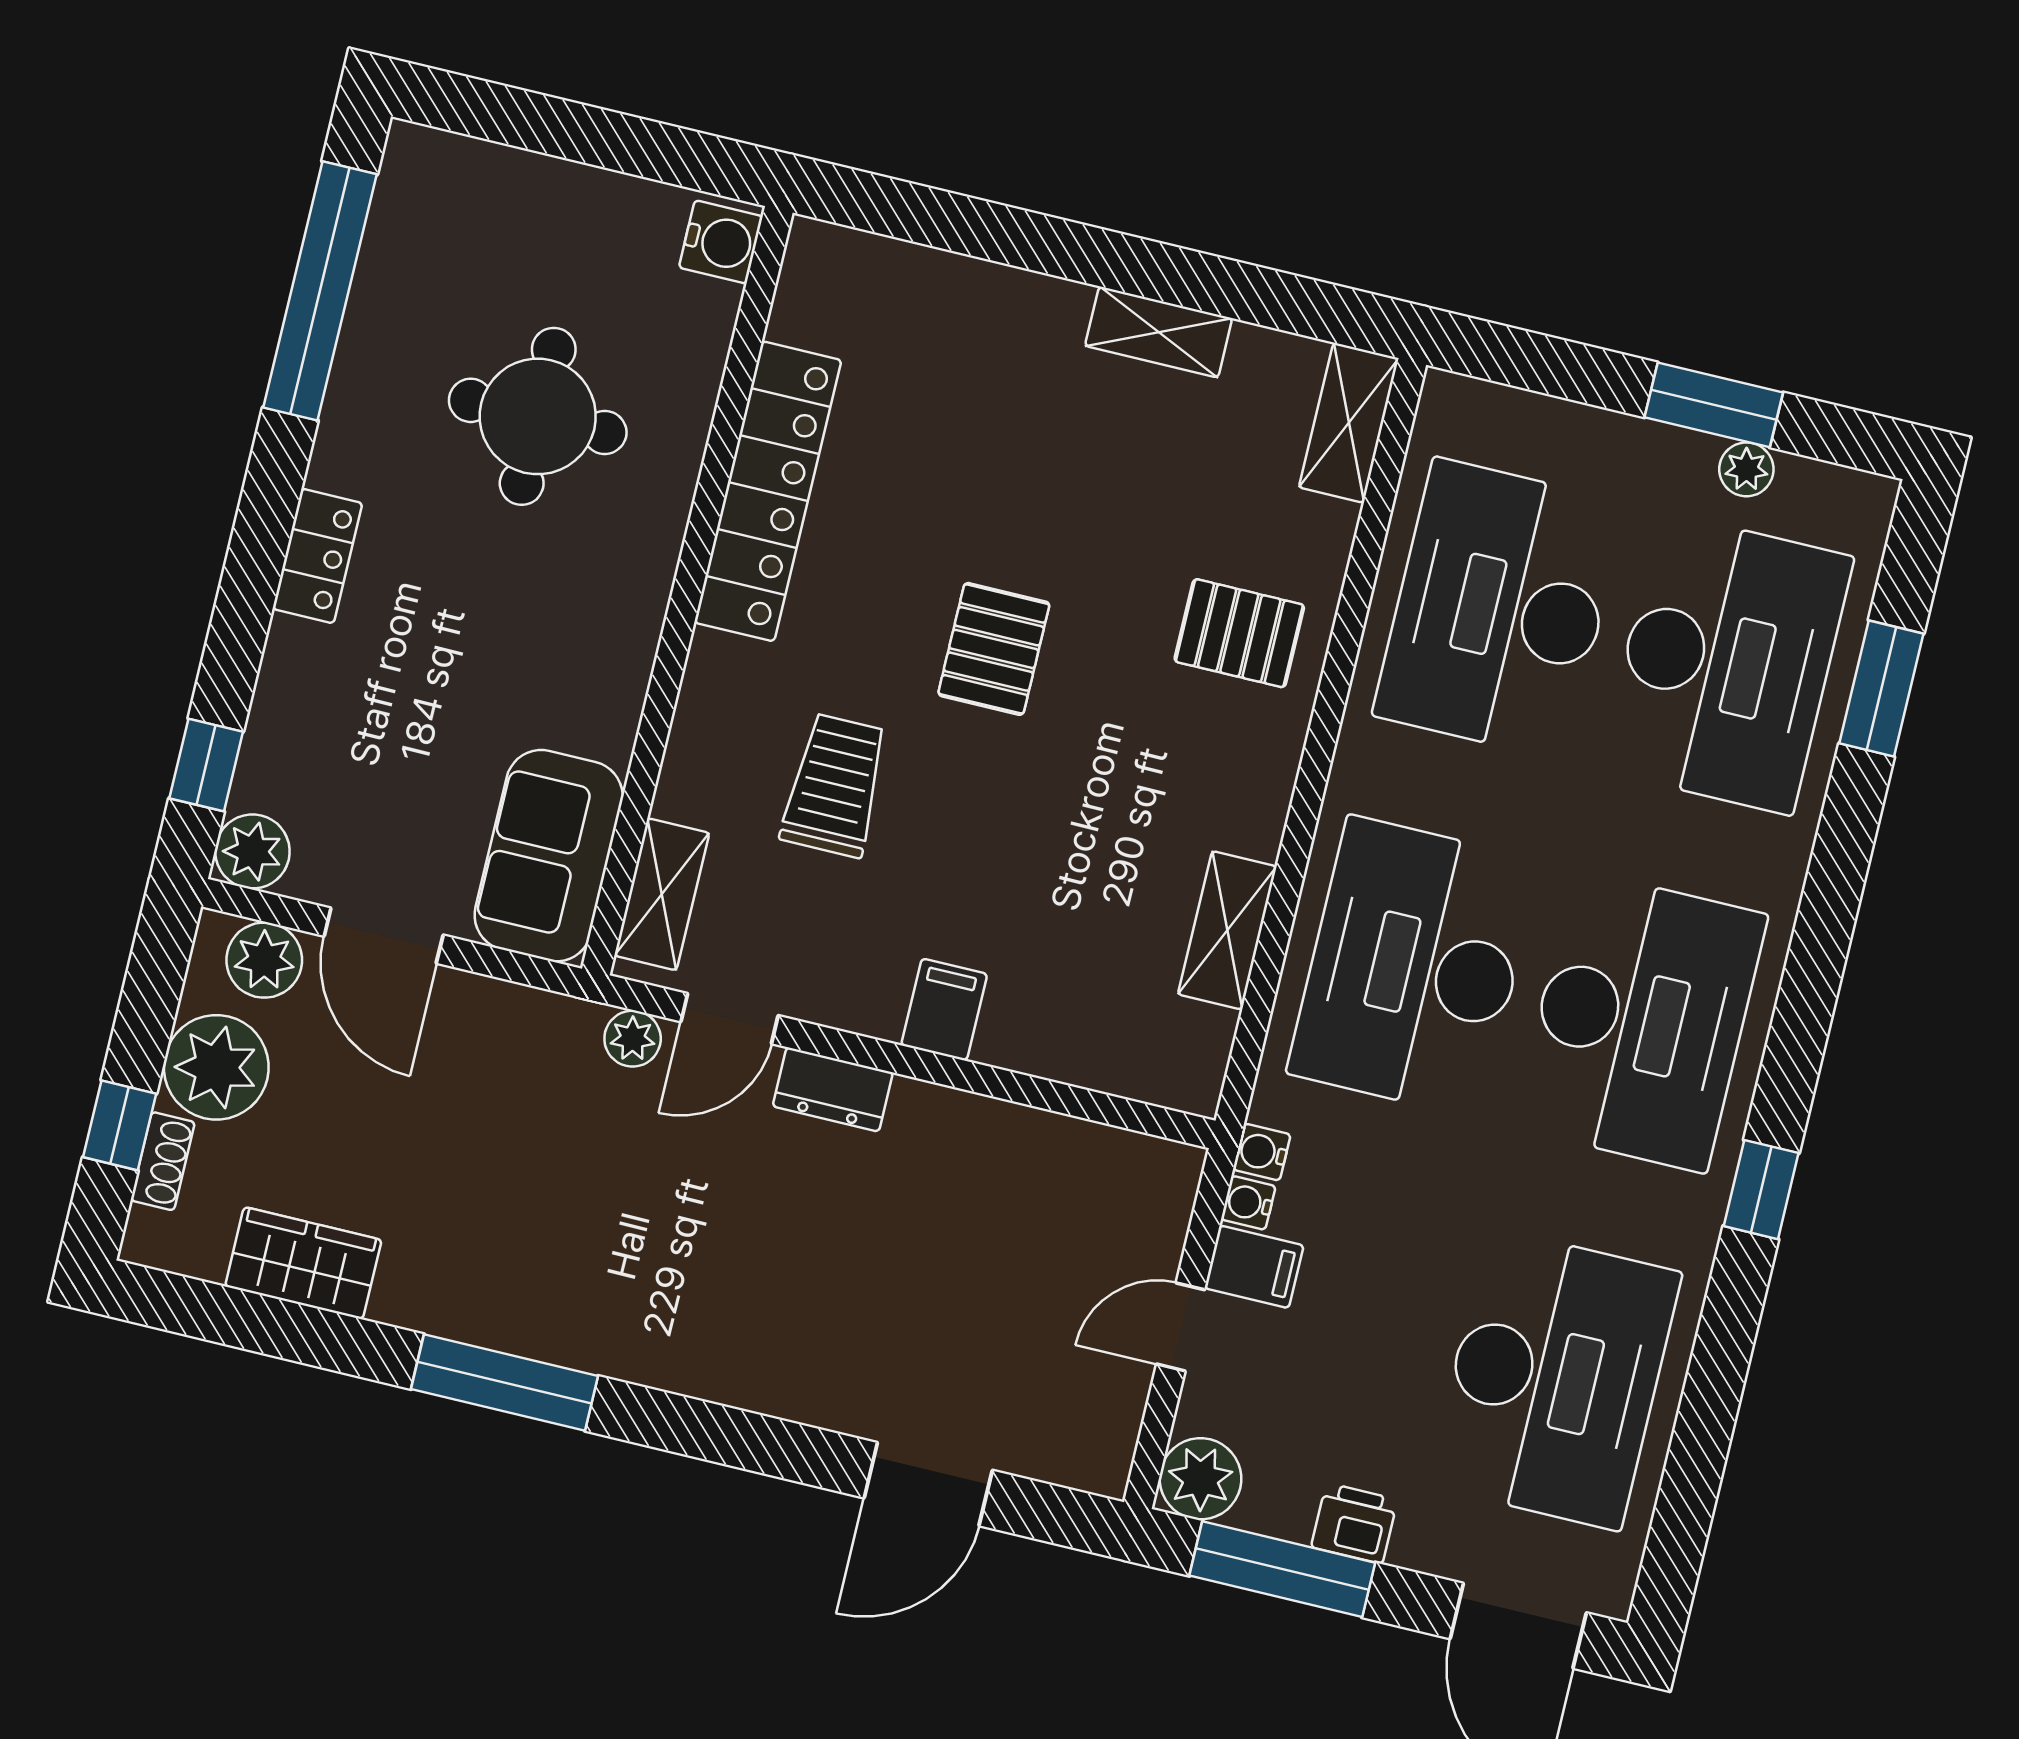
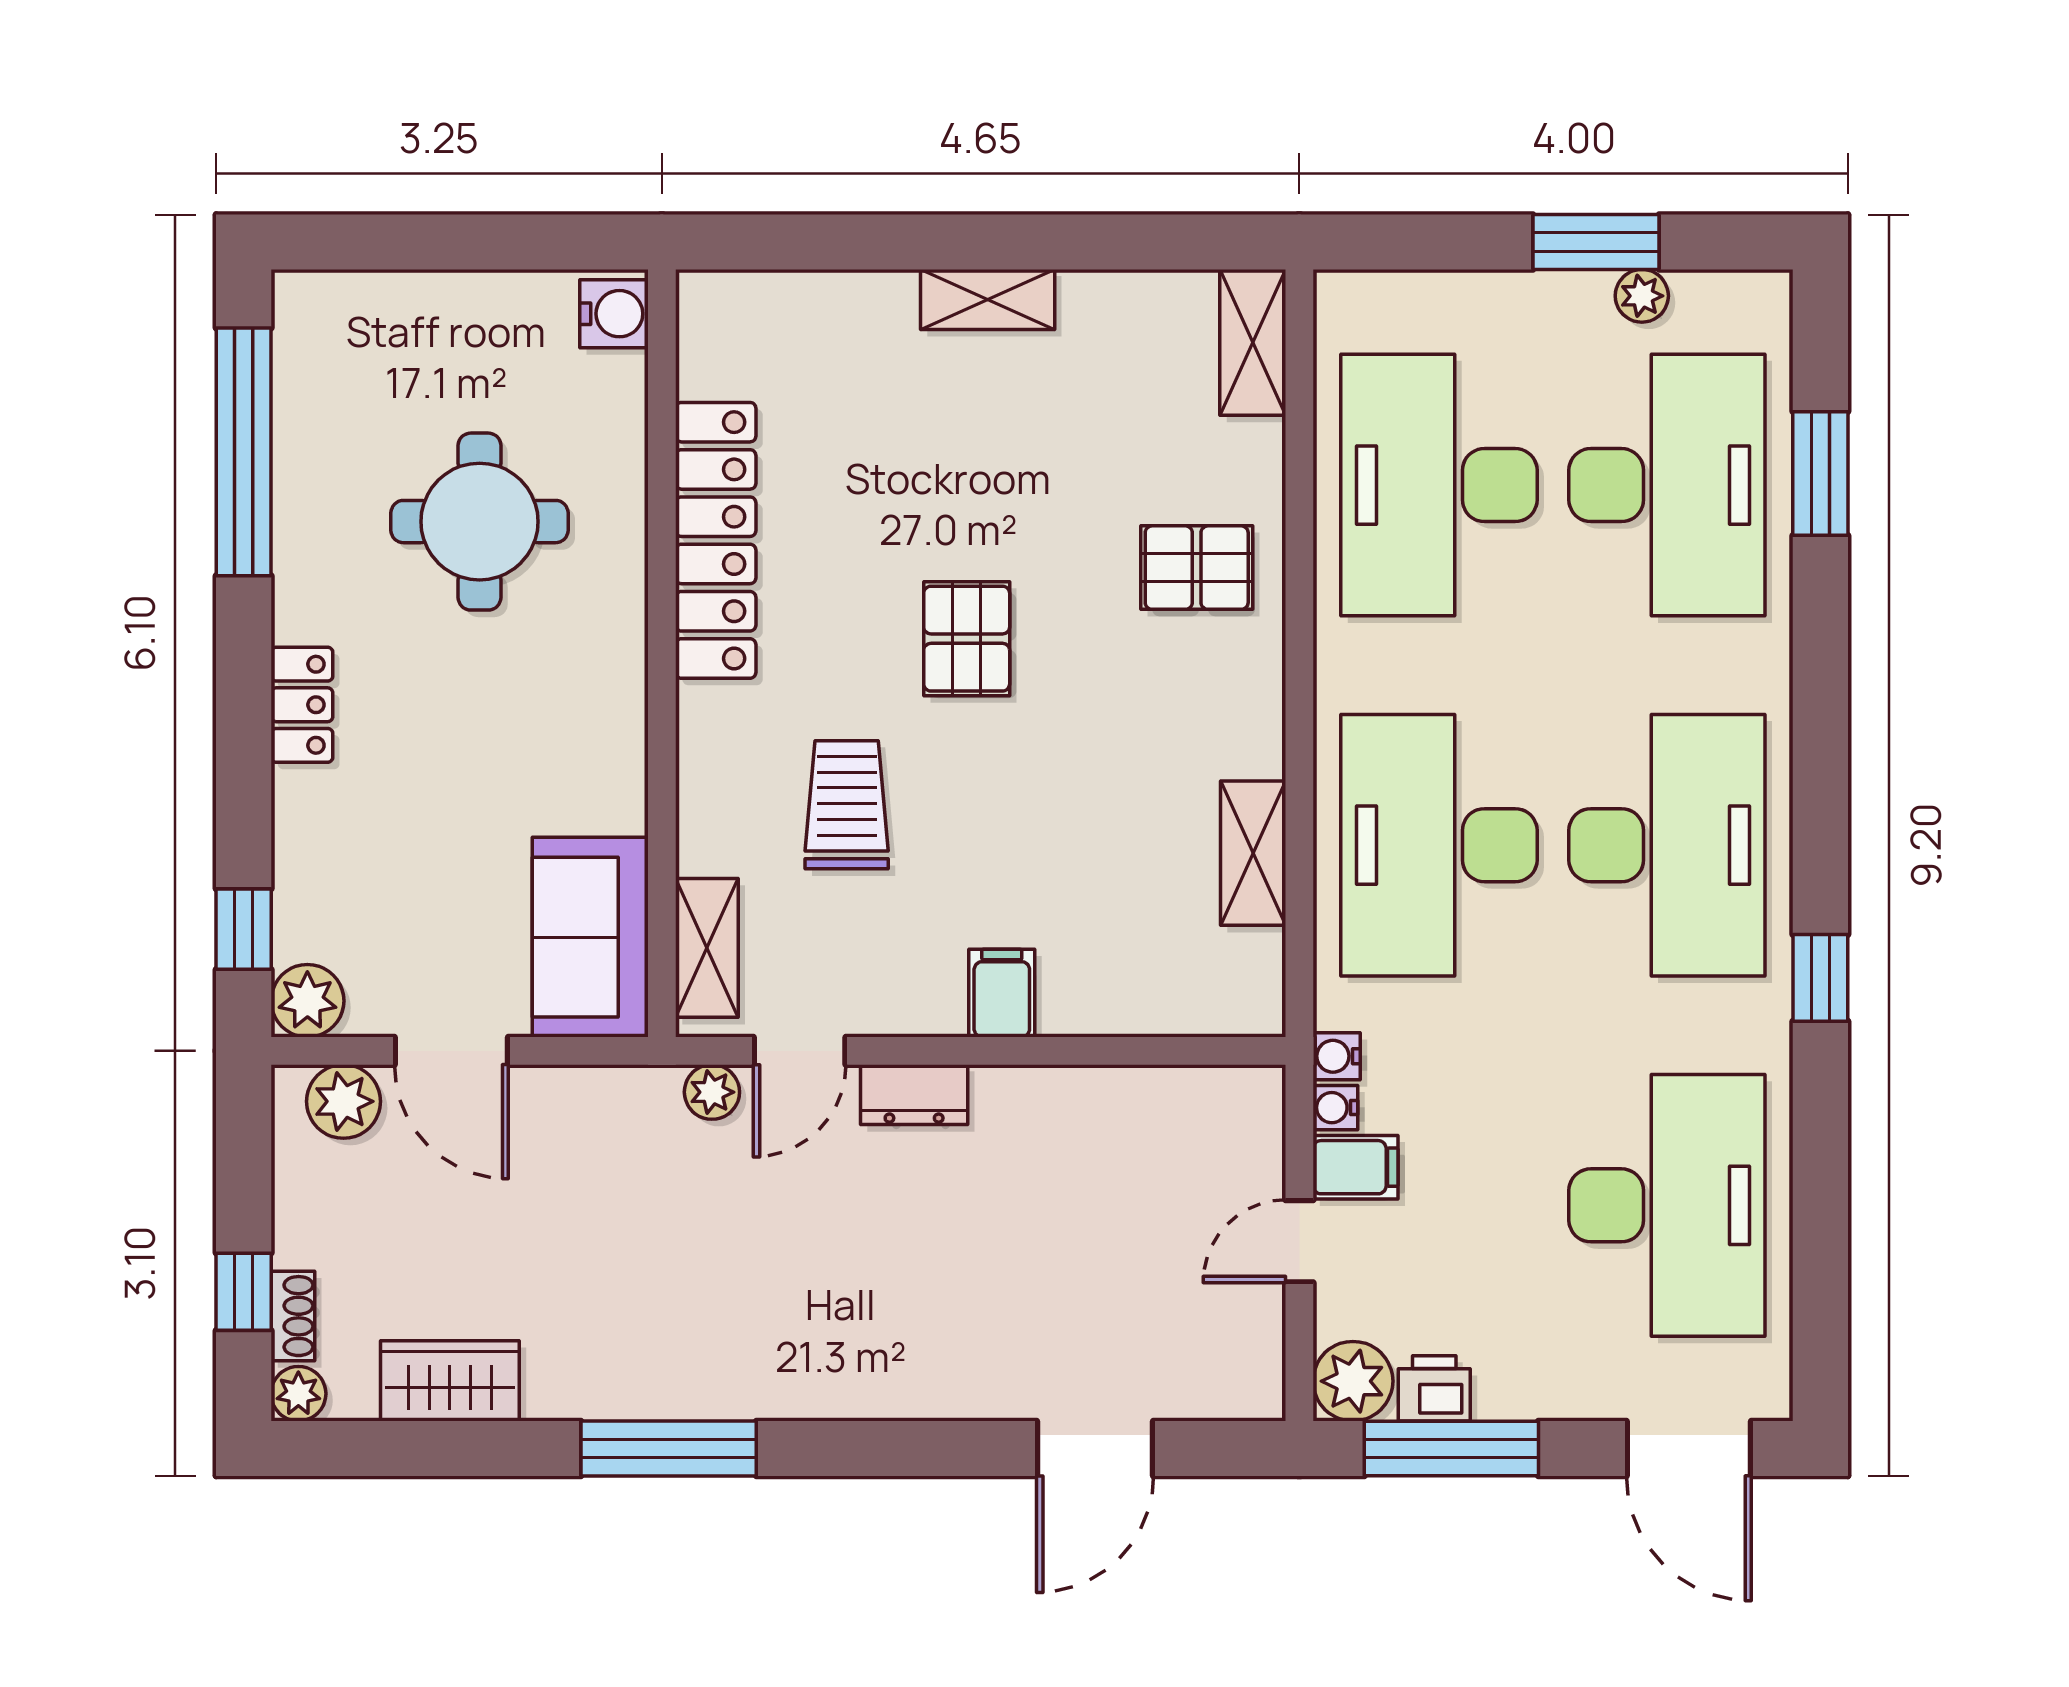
shelving: (1159, 332) -> (988, 299), moved
plant: (216, 1067) -> (298, 1394), moved, width x0.53, depth x0.53
printer: (1354, 1523) -> (1434, 1388), moved

